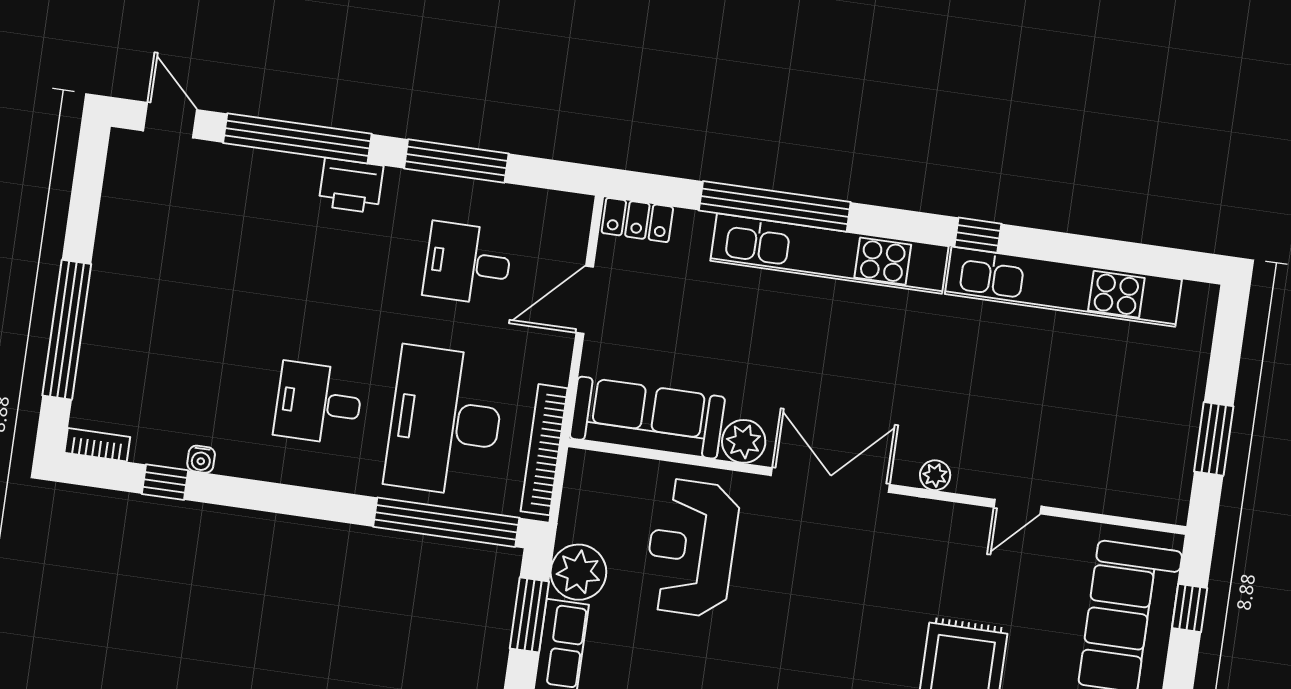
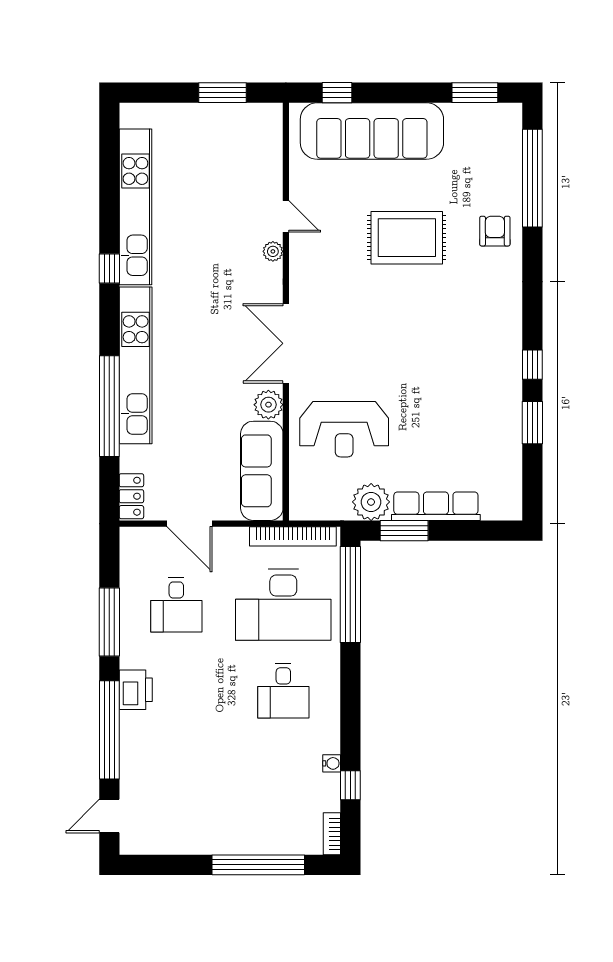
plant: (935, 475) -> (273, 251), moved

